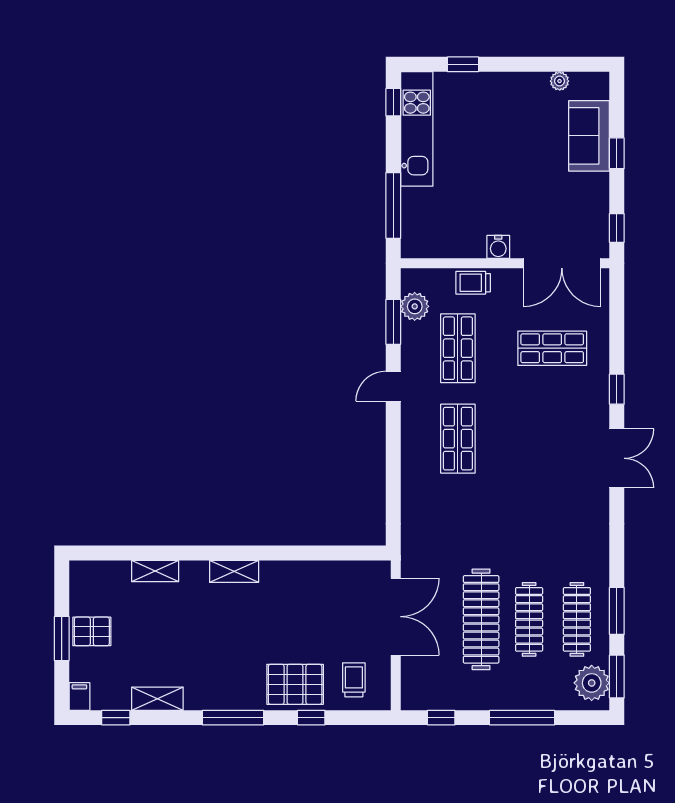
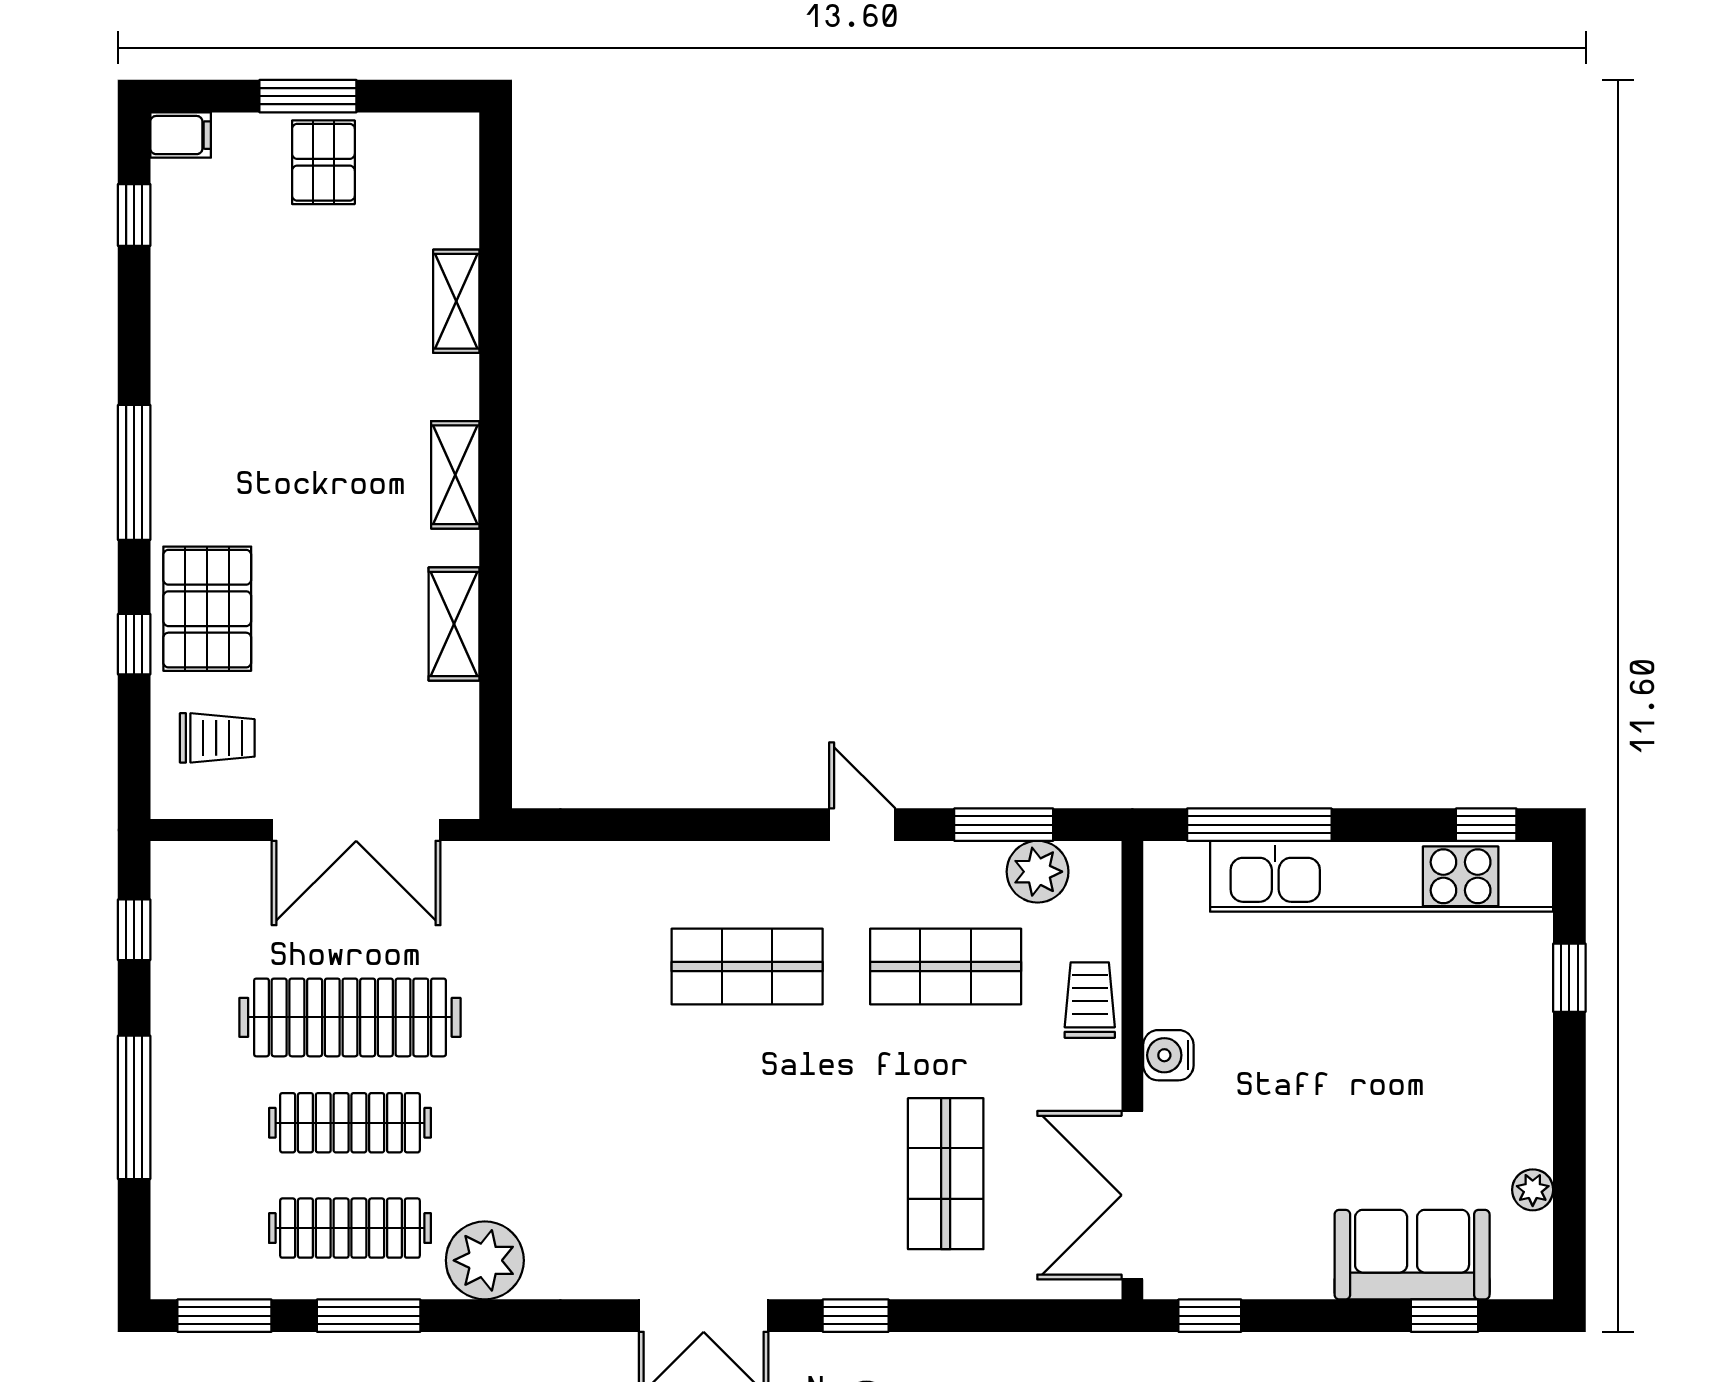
kitchen unit: (417, 129) -> (1382, 876), width x1.36
window: (617, 153) -> (1445, 1316), moved
plant: (592, 683) -> (485, 1260), moved
shelving: (157, 699) -> (454, 624), moved

